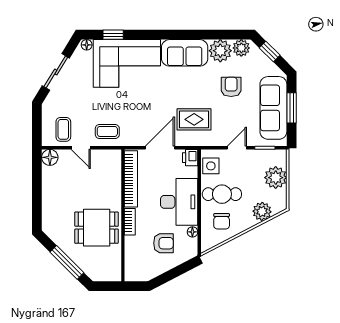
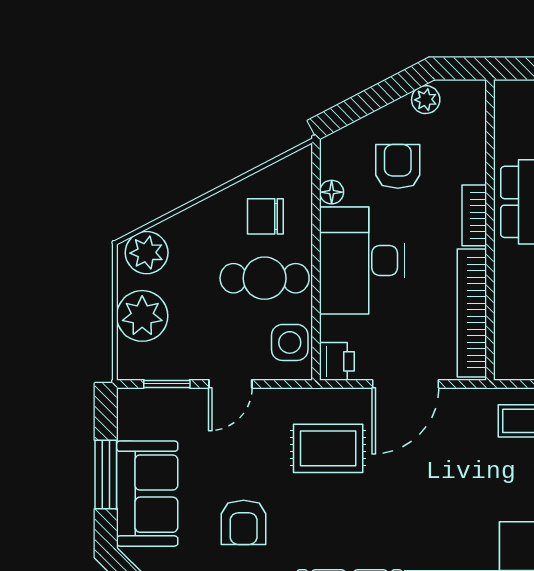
sofa: (273, 108) -> (147, 494), width x0.73
plant: (262, 211) -> (147, 253), moved
chair: (222, 221) -> (265, 216), turned -90
armchair: (163, 243) -> (398, 166), turned 90
plant: (151, 273) -> (426, 100), added

